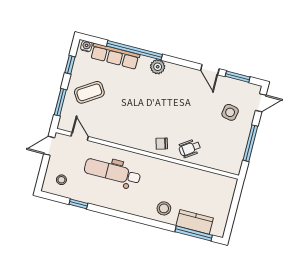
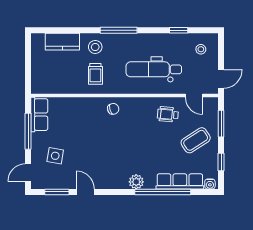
wheelchair: (190, 148) -> (168, 114), moved, turned -140
row of seats: (235, 157) -> (39, 115), added
dental chair: (112, 172) -> (154, 69), turned 180
trolley: (170, 182) -> (95, 74), added
window: (194, 233) -> (119, 30), moved

